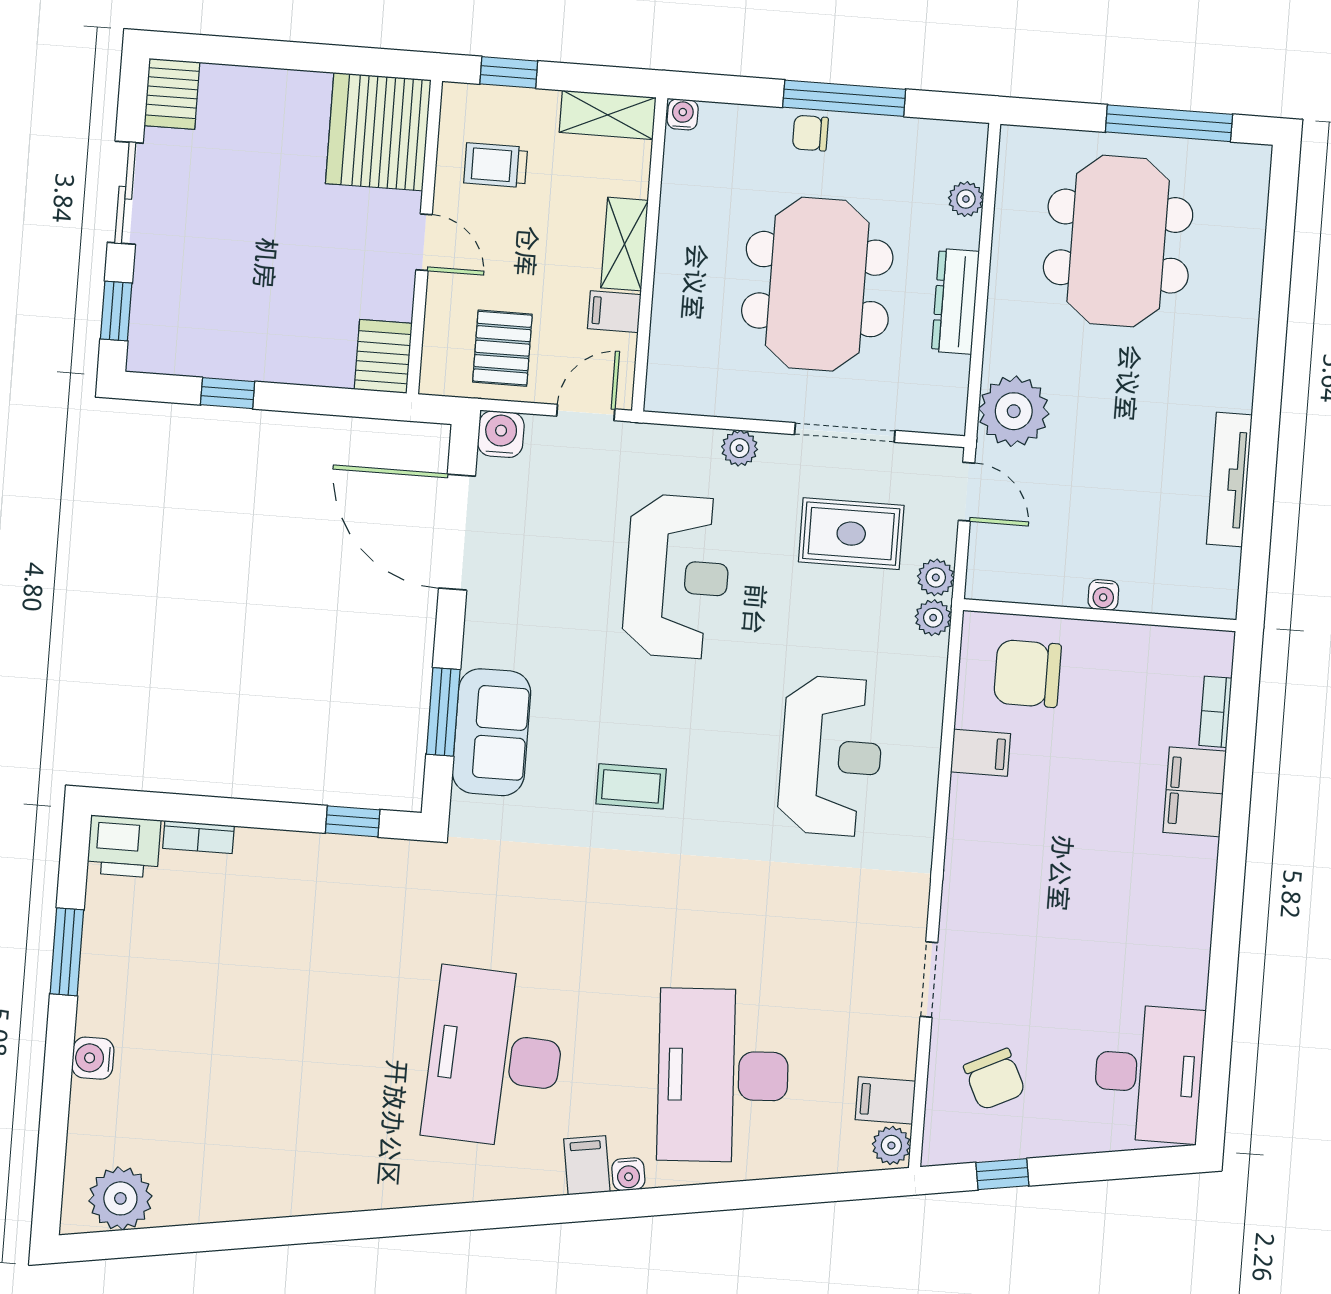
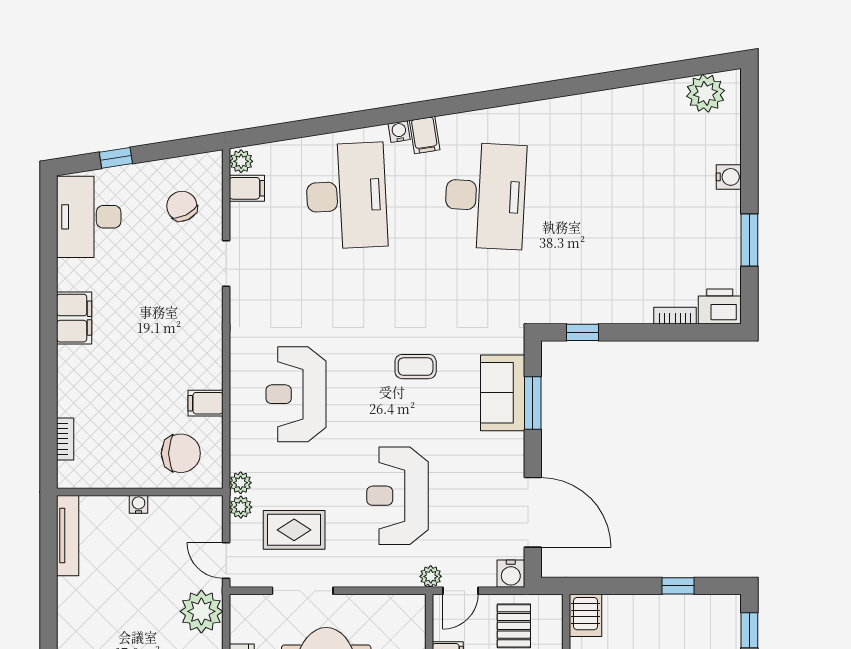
plant: (740, 448) -> (431, 576), moved
tv unit: (1229, 479) -> (68, 536), moved
filing cabinet: (1195, 792) -> (74, 318), moved
window: (1002, 1174) -> (116, 158), moved

